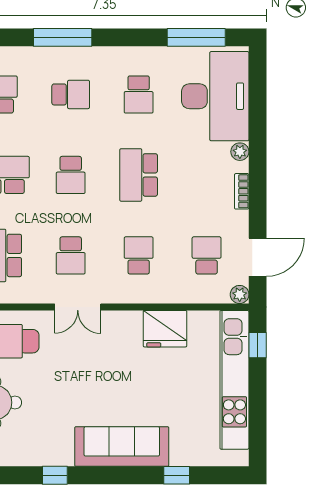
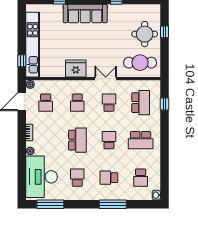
fridge: (165, 329) -> (76, 68), moved

